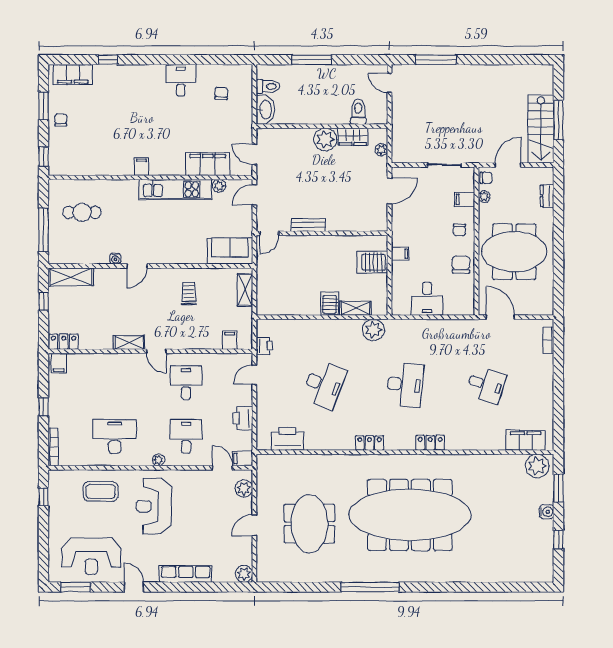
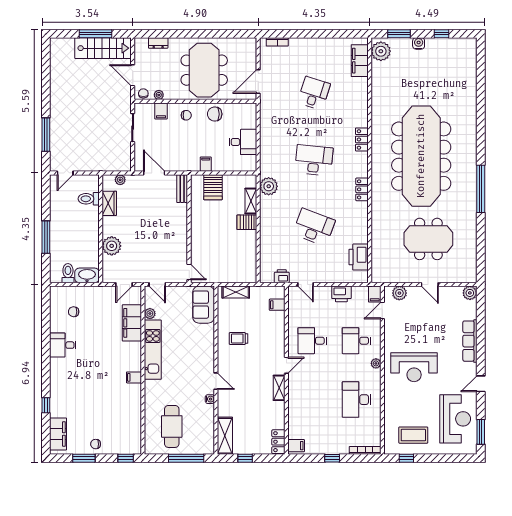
plant: (325, 139) -> (112, 246), moved
cafe table: (82, 212) -> (172, 426), width x1.37, depth x1.35
bench: (308, 225) -> (182, 189), moved
coffee table: (101, 491) -> (413, 435), moved, turned 90

